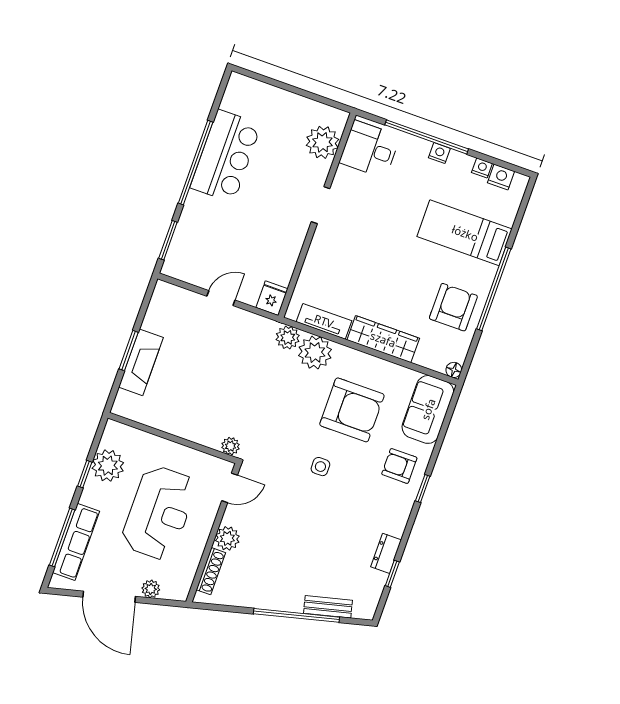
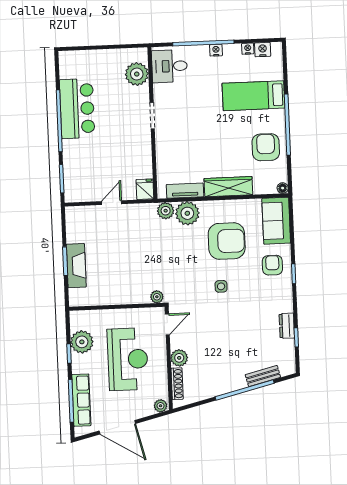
armchair: (399, 466) -> (272, 265), turned 90
plant: (151, 589) -> (161, 406), moved

